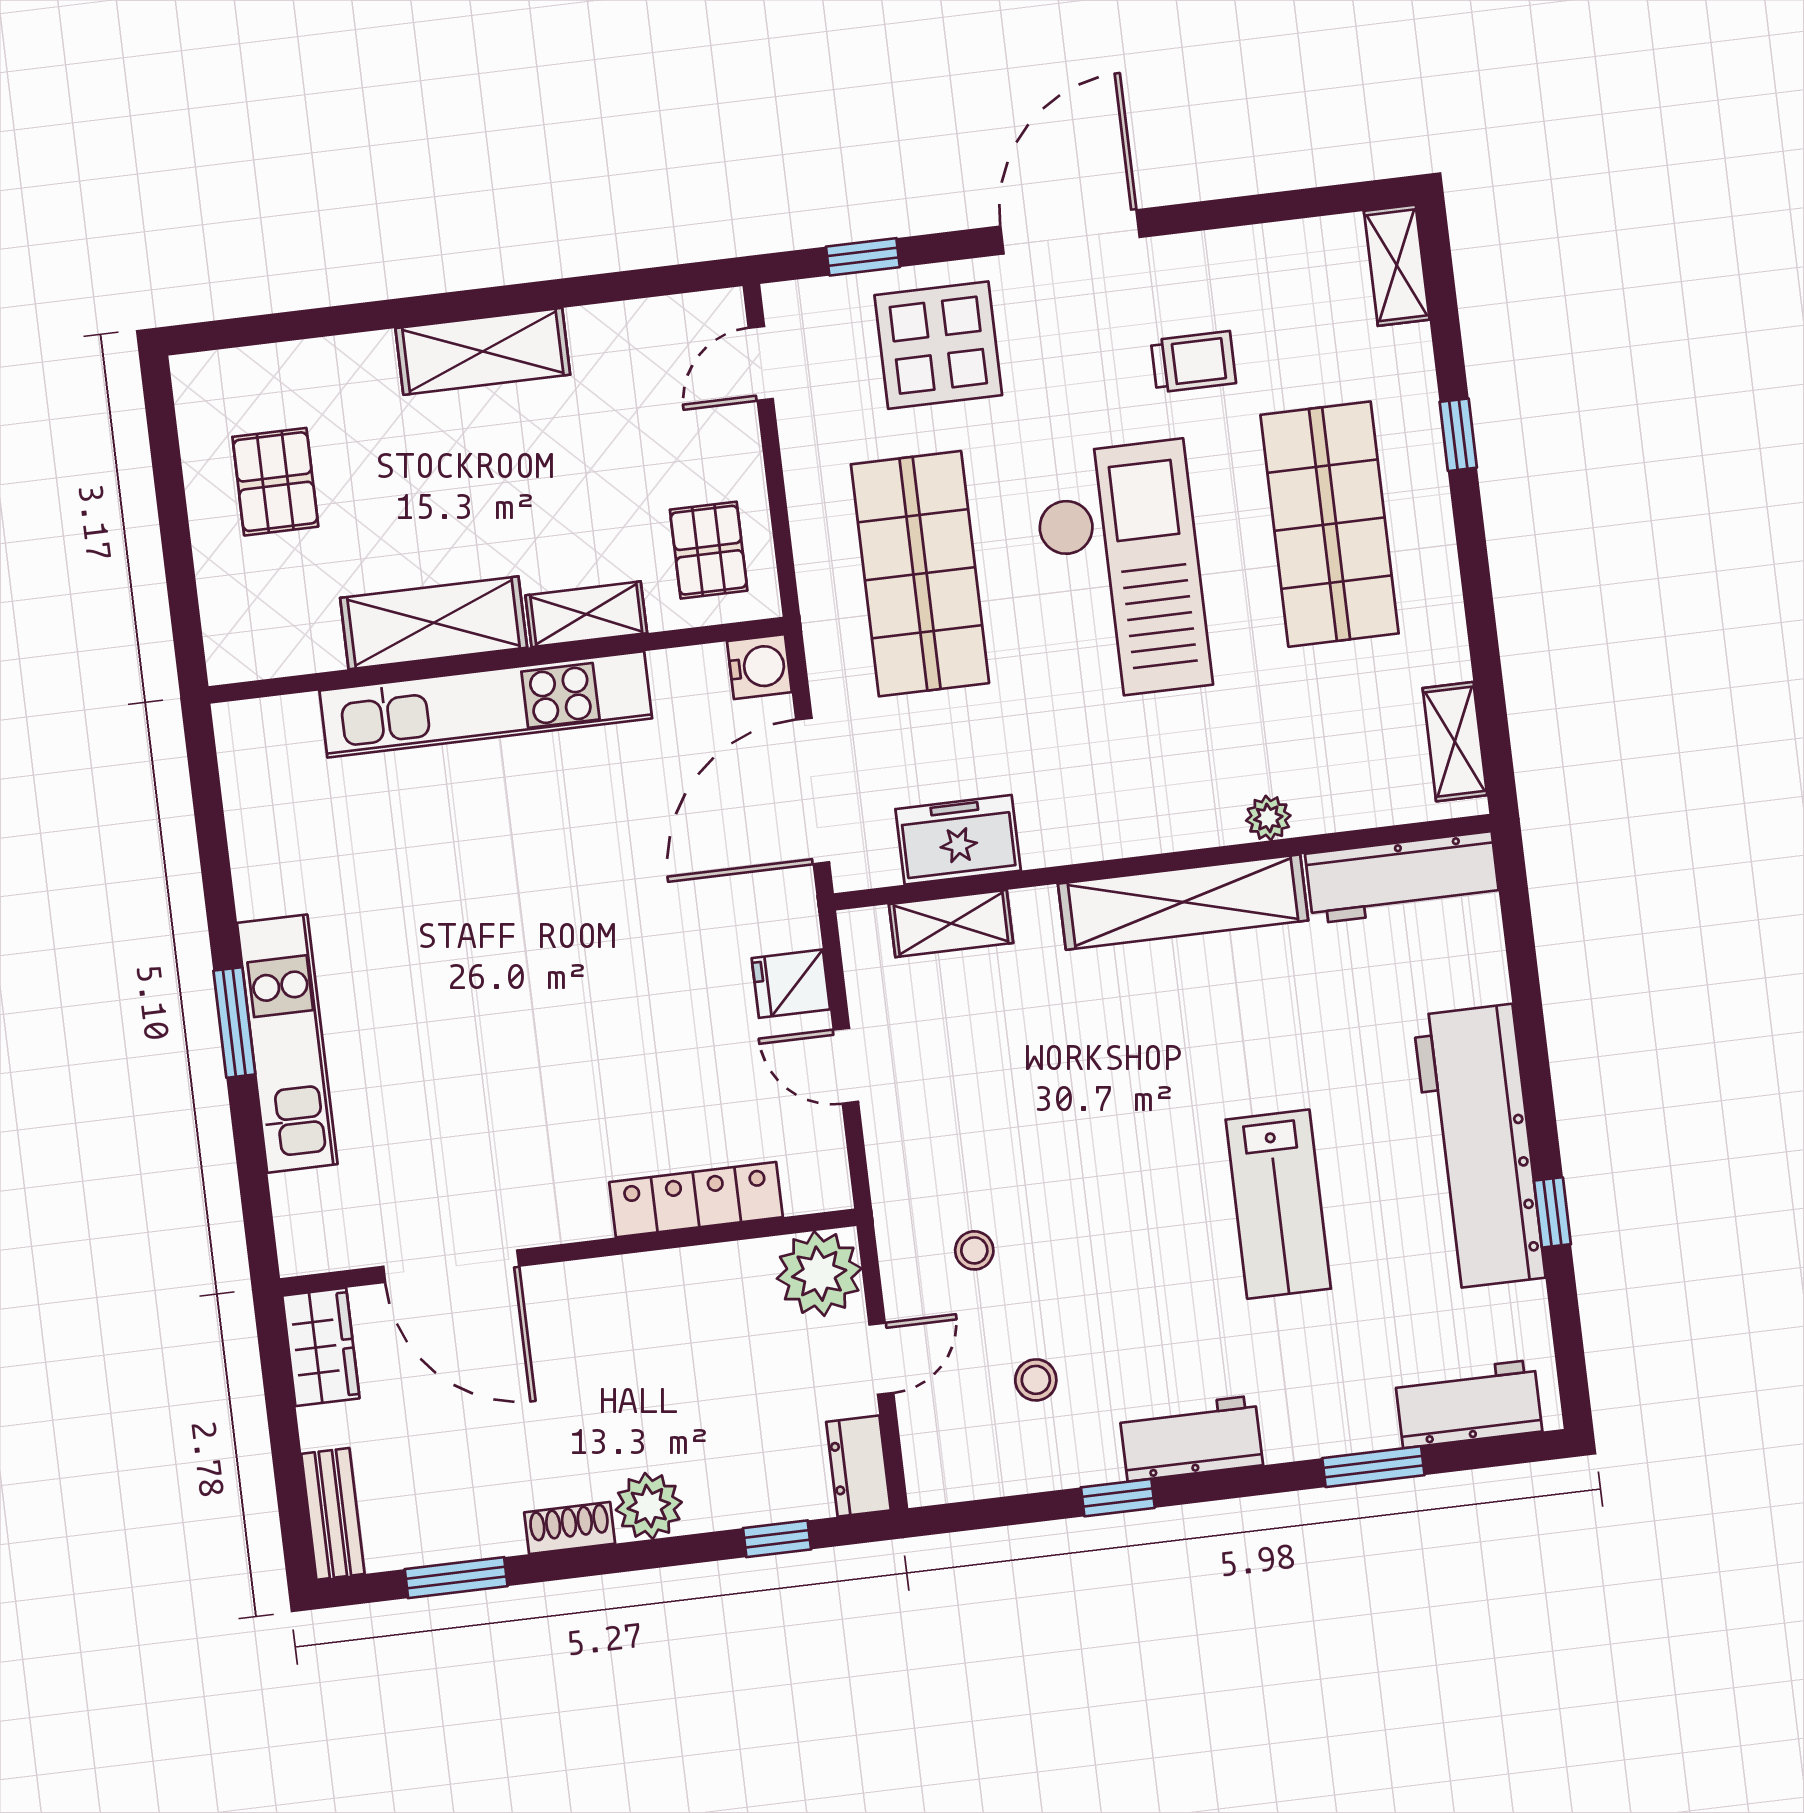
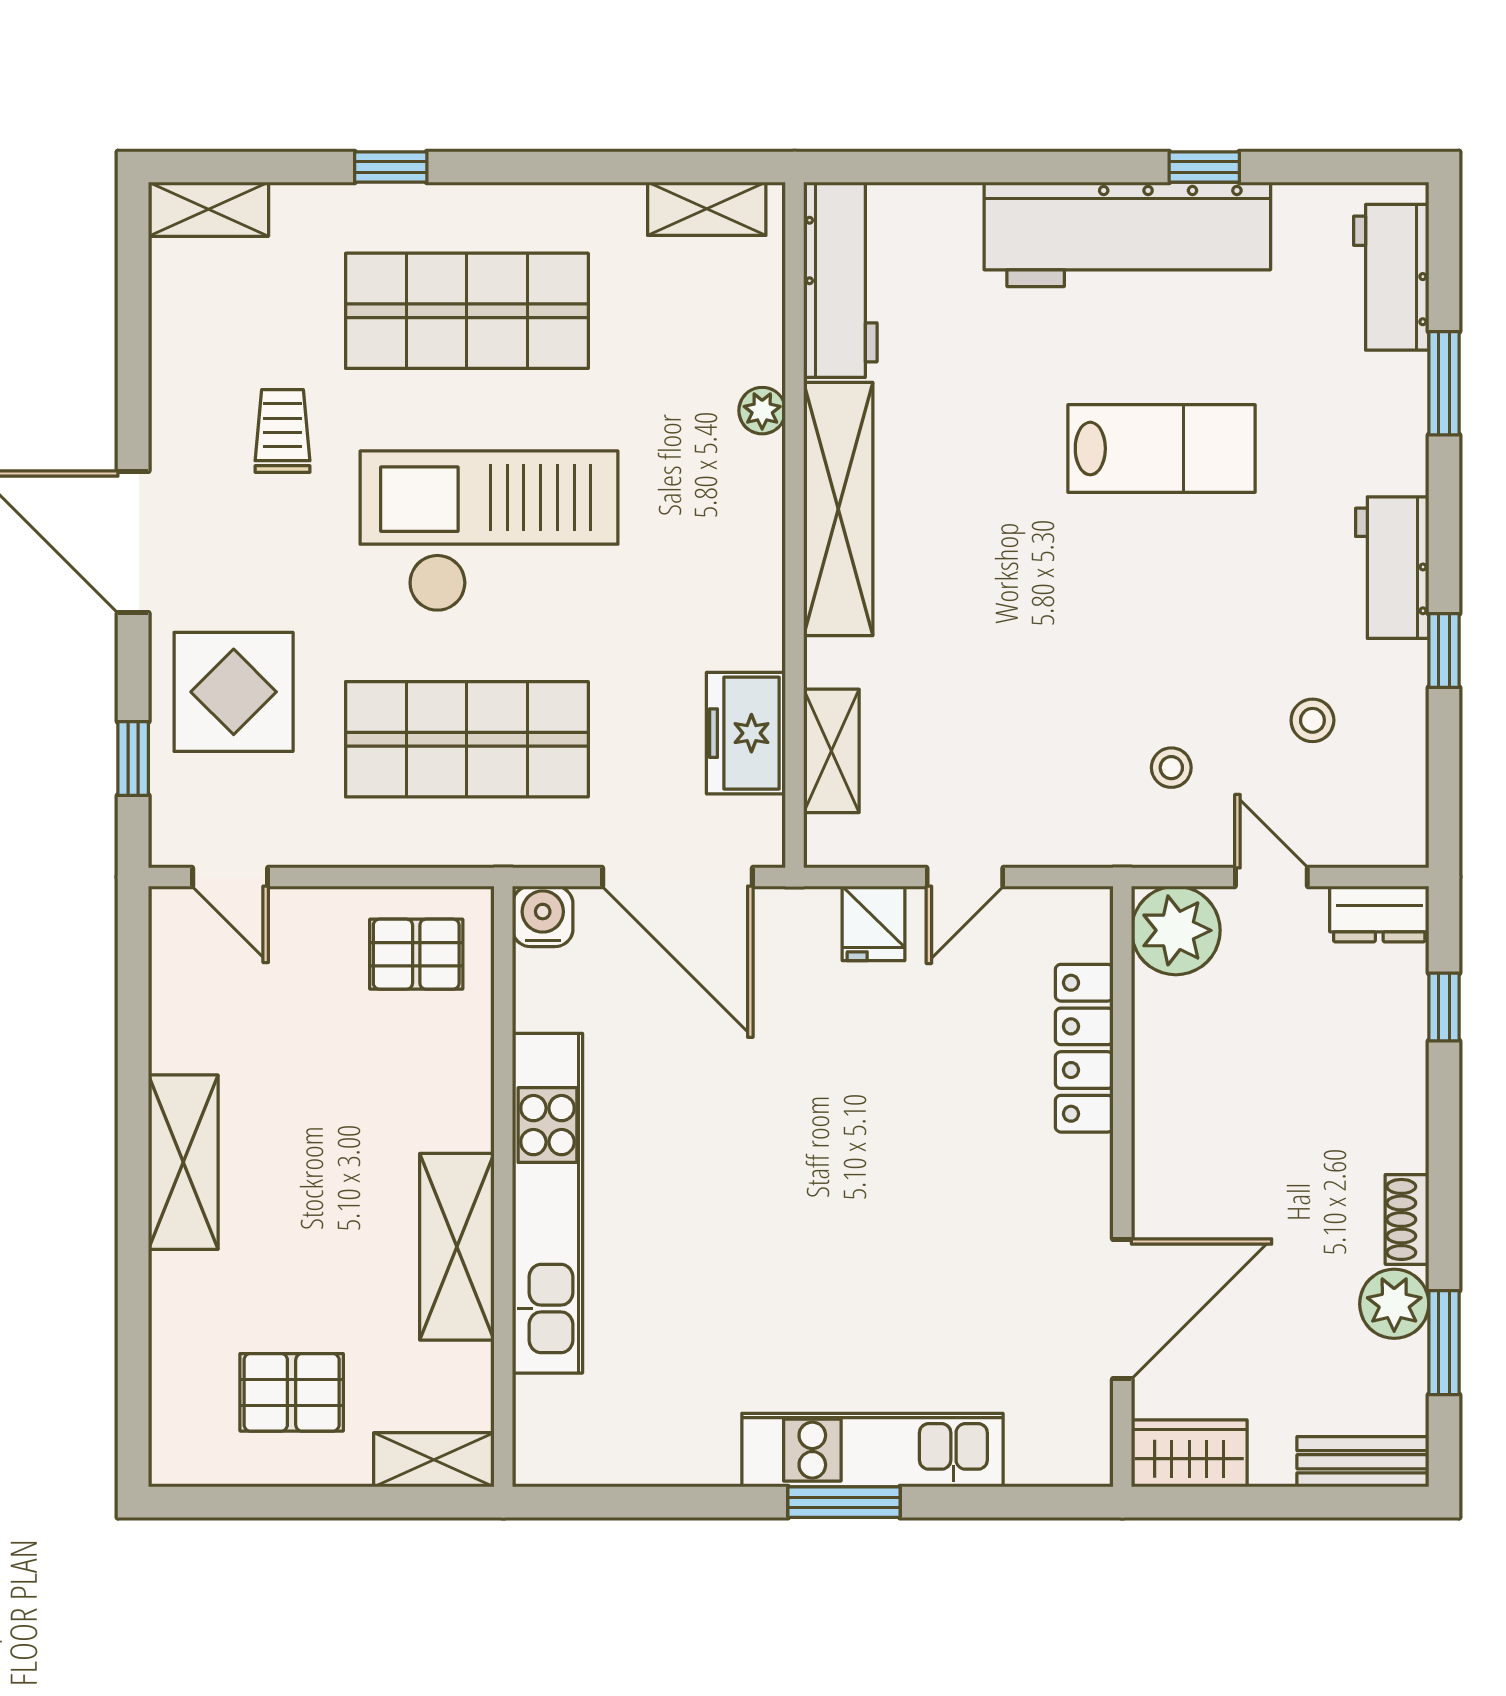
shelving: (586, 614) -> (434, 1460), moved, turned 90
plant: (649, 1506) -> (1394, 1304), moved

